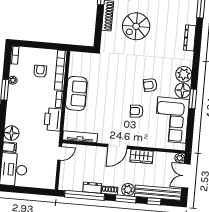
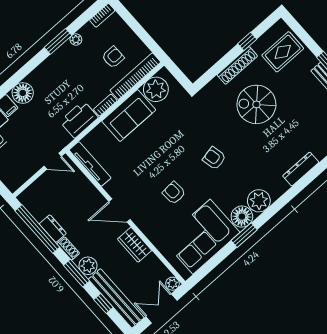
plant: (78, 67) -> (156, 89), added
armchair: (150, 85) -> (214, 158), moved

